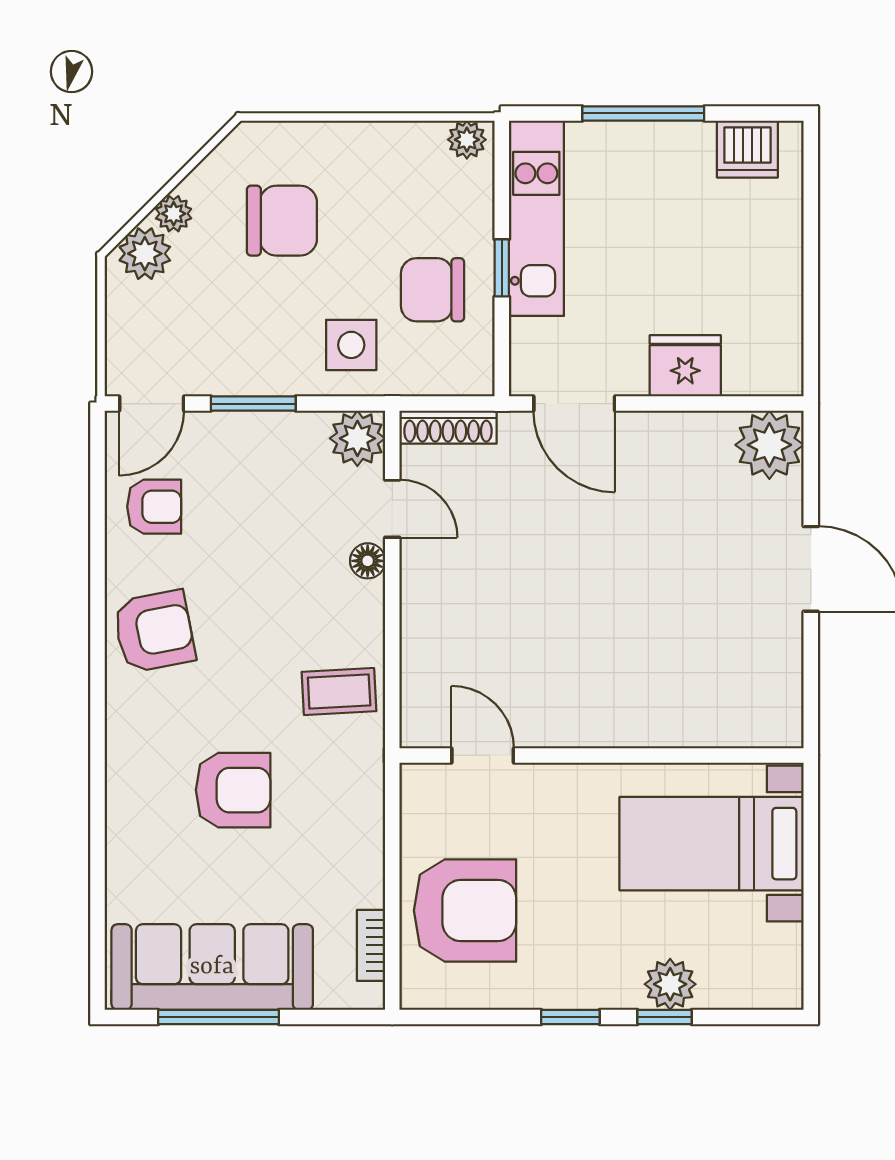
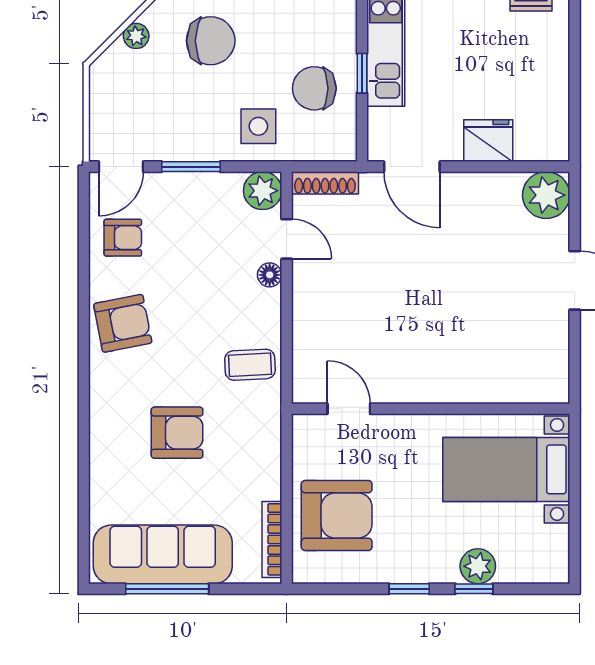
plant: (145, 254) -> (116, 63), removed
bookcase: (371, 945) -> (272, 539), width x1.56

